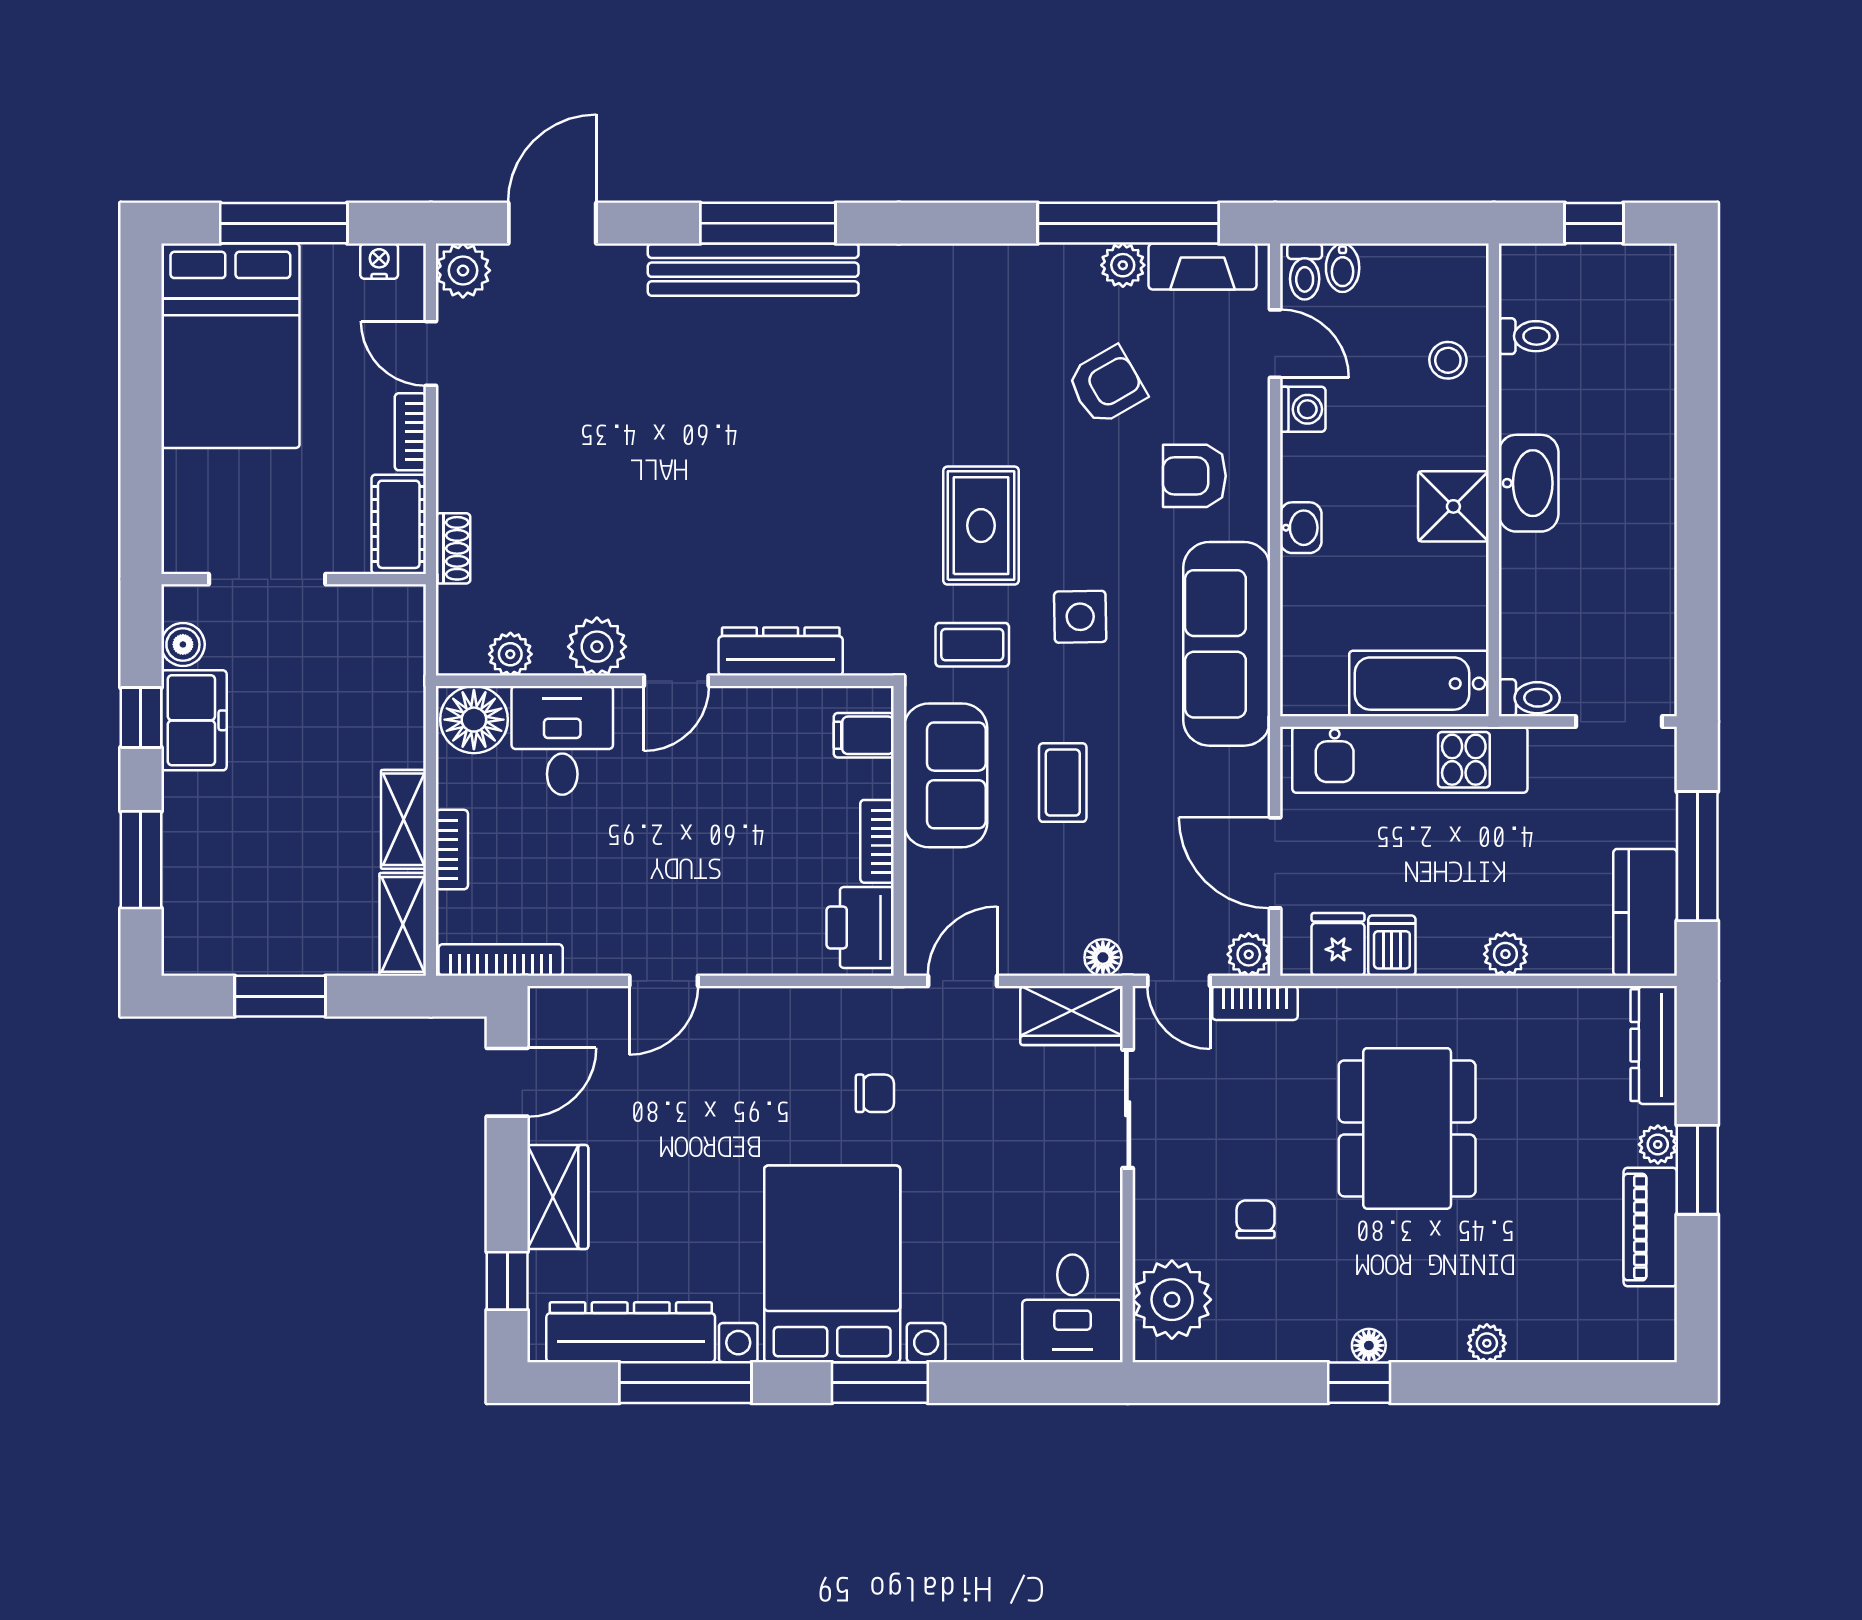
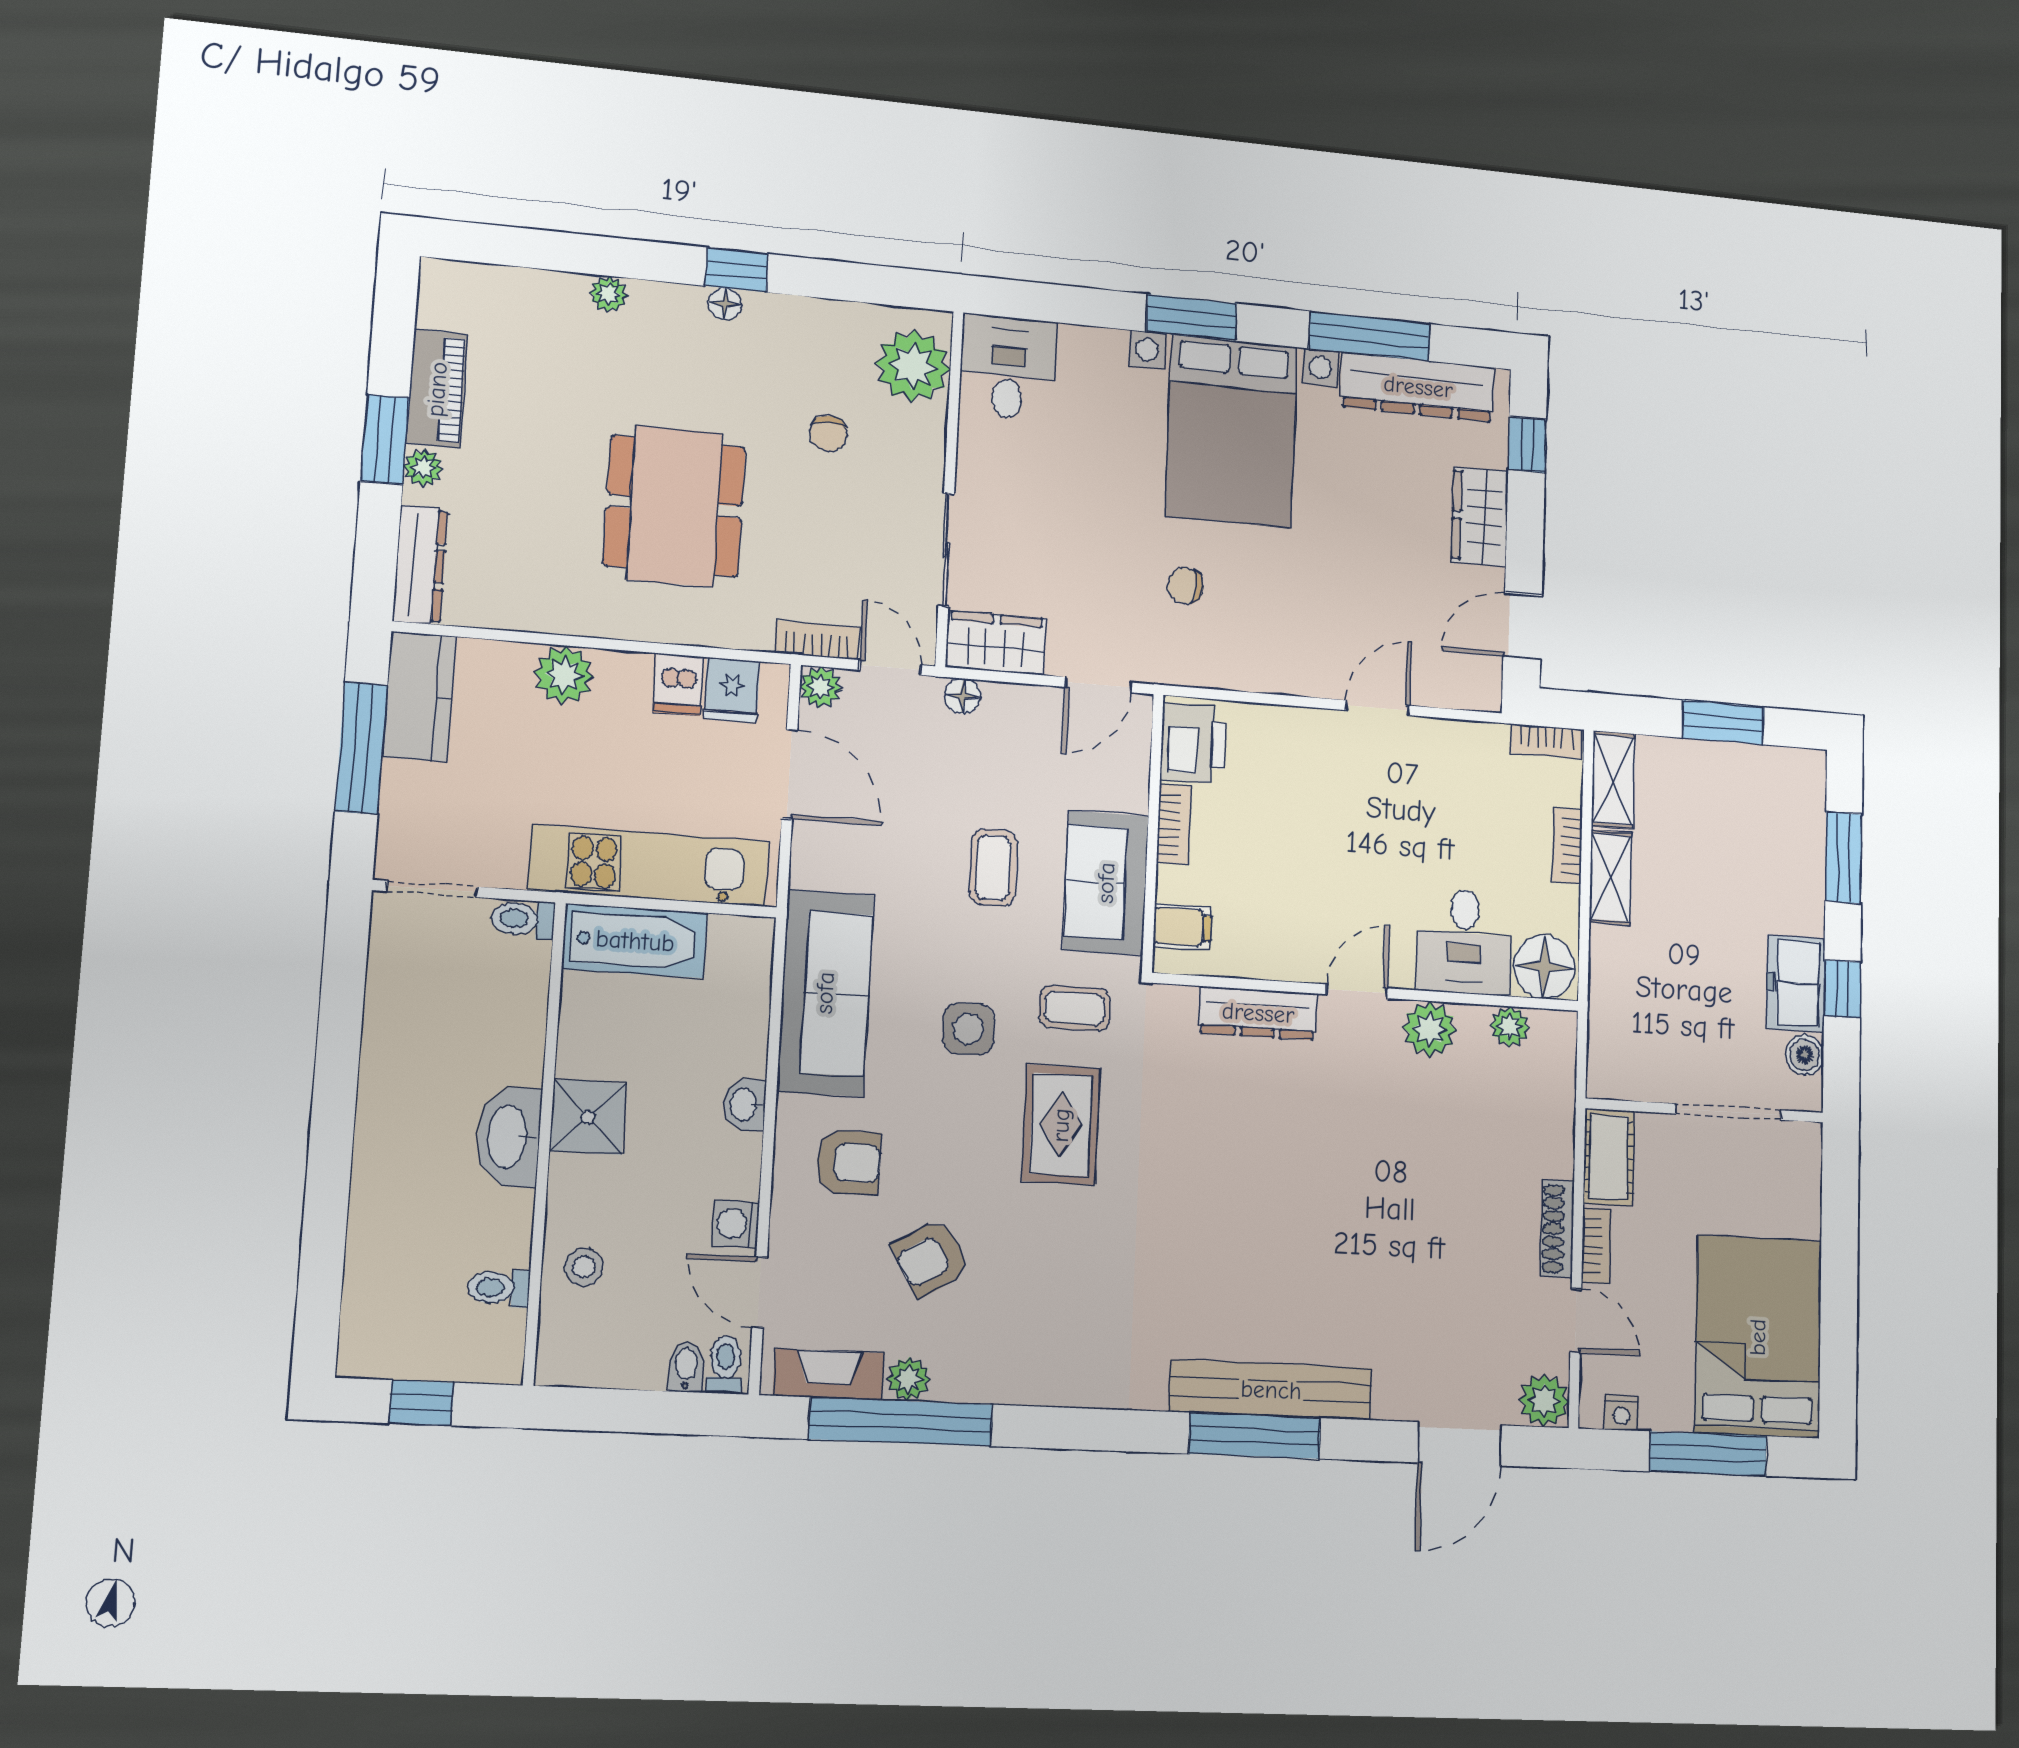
shoe rack: (453, 548) -> (1557, 1229), moved, width x1.43
plant: (1505, 954) -> (564, 675), width x1.38, depth x1.38
bookcase: (501, 960) -> (1546, 741), width x0.64

